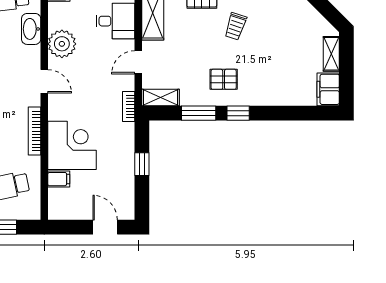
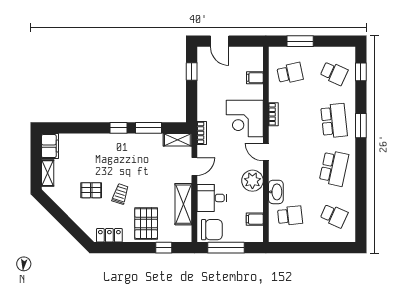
pallet: (224, 79) -> (91, 190), moved
bookcase: (34, 131) -> (273, 114), width x0.64
corner desk: (72, 145) -> (245, 118), moved
window: (142, 164) -> (192, 72), moved

